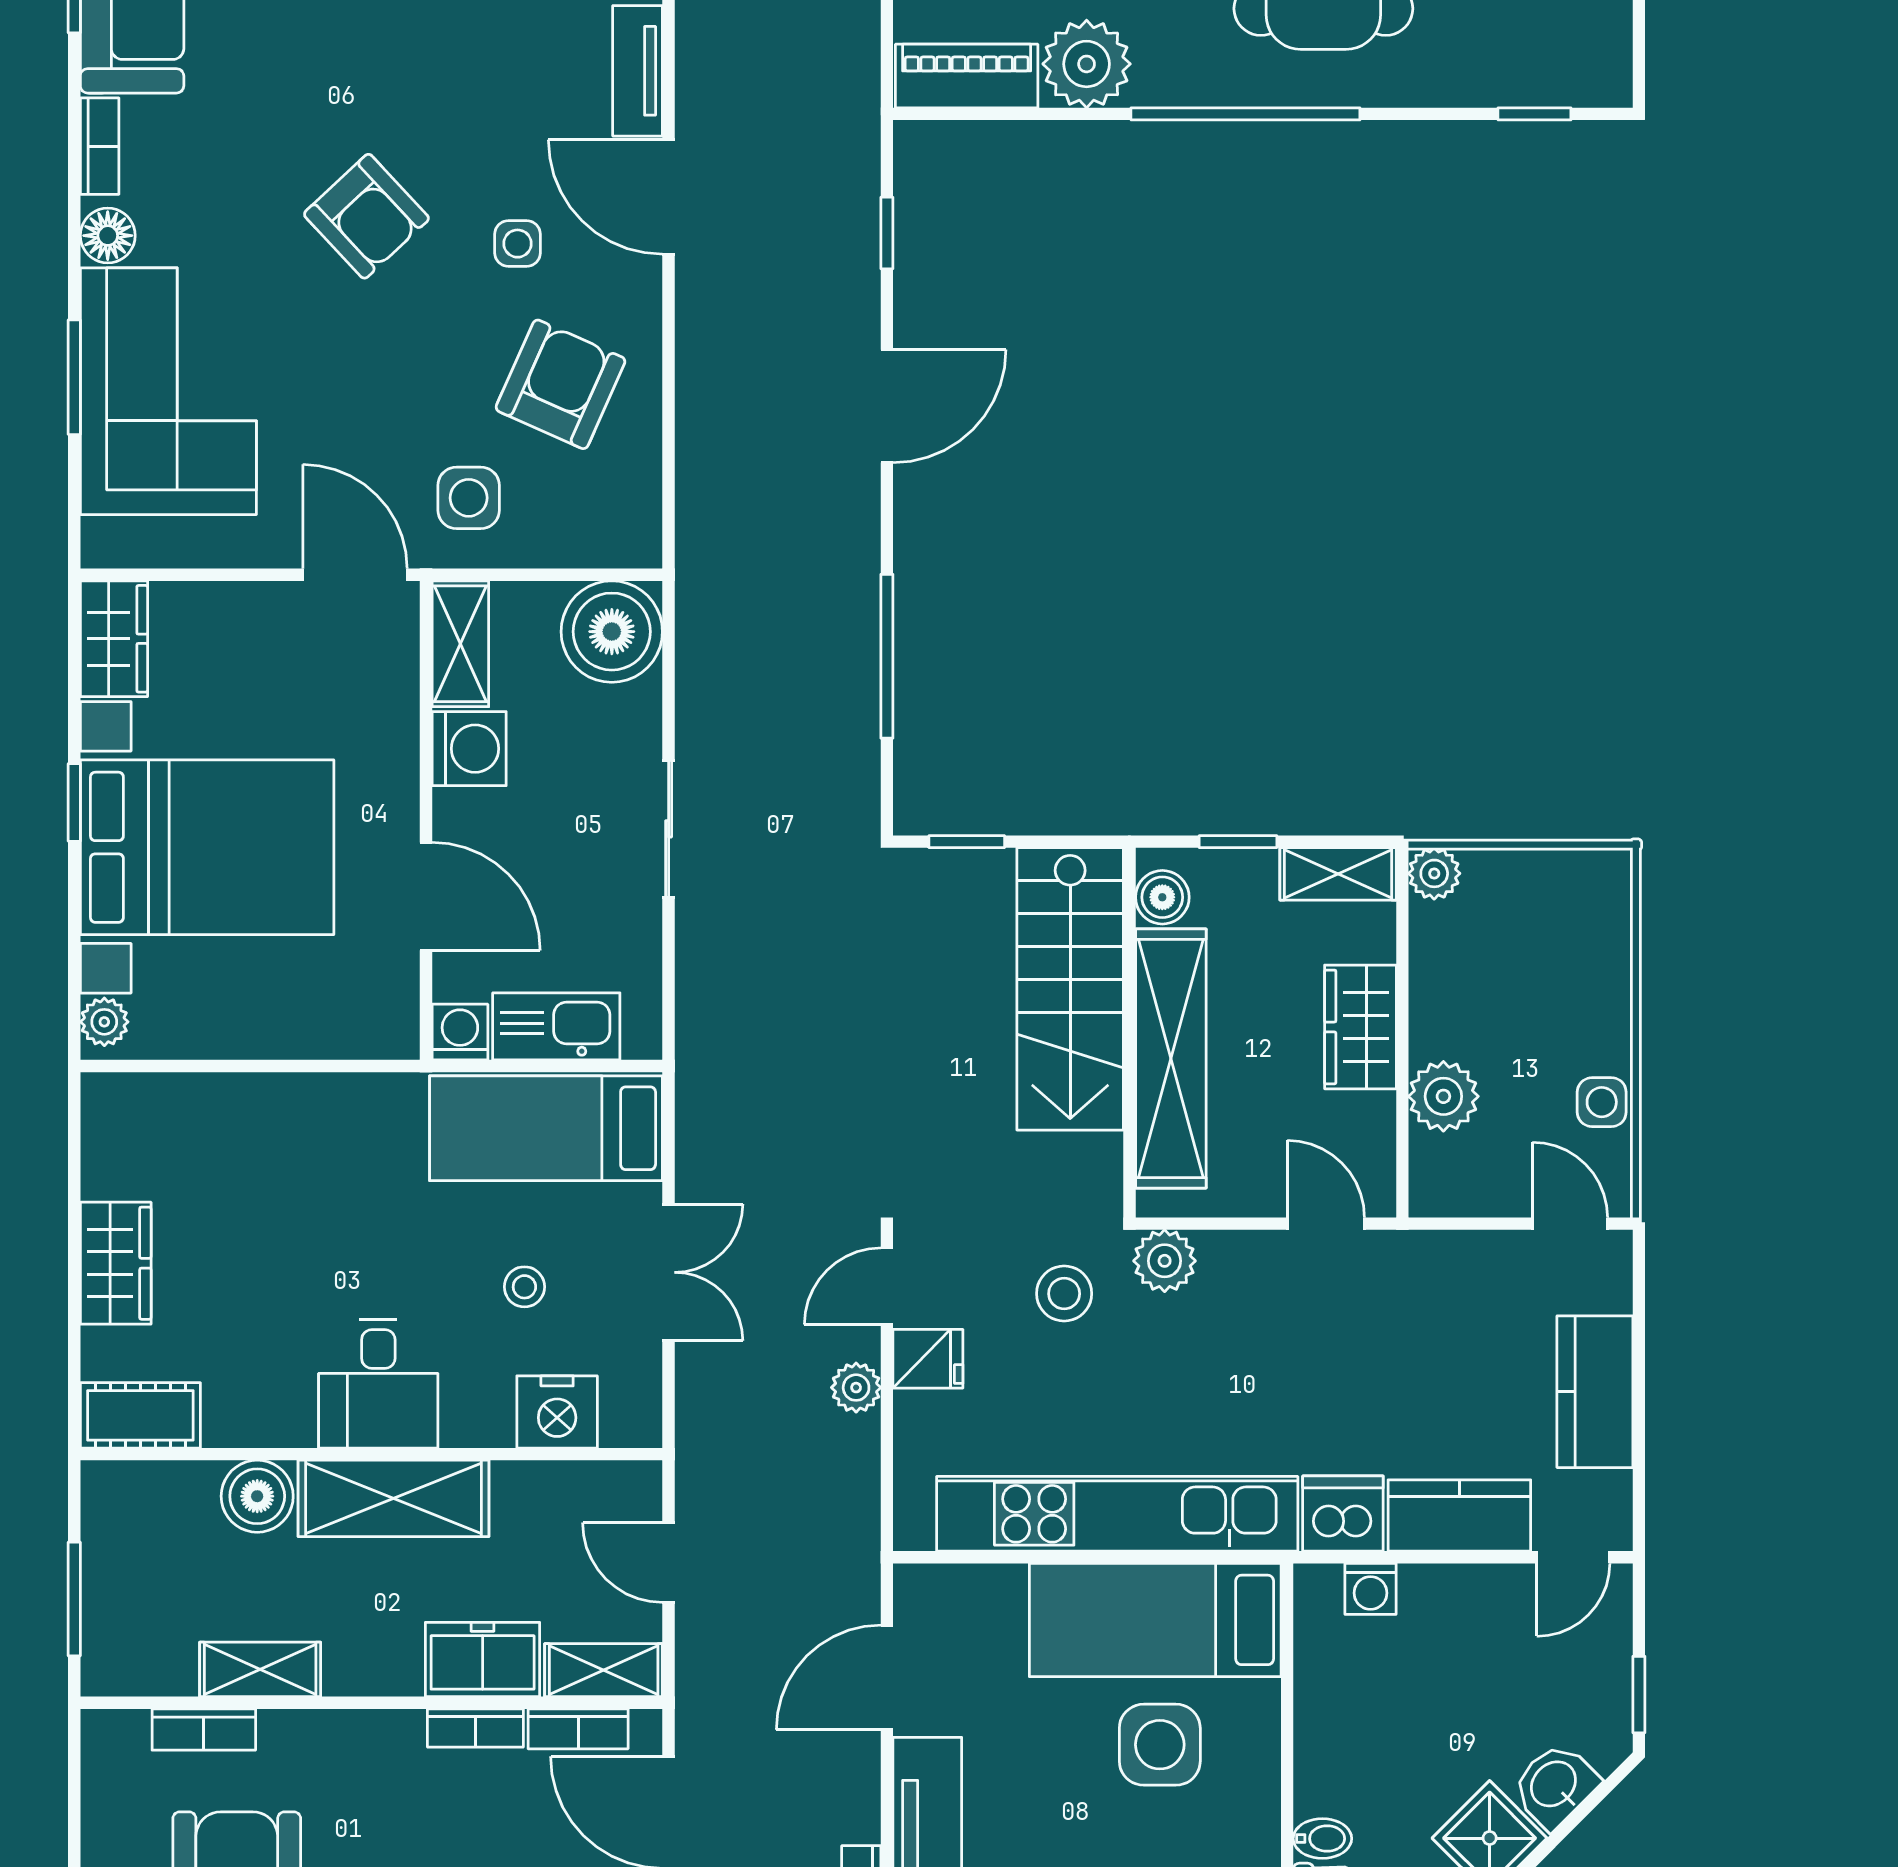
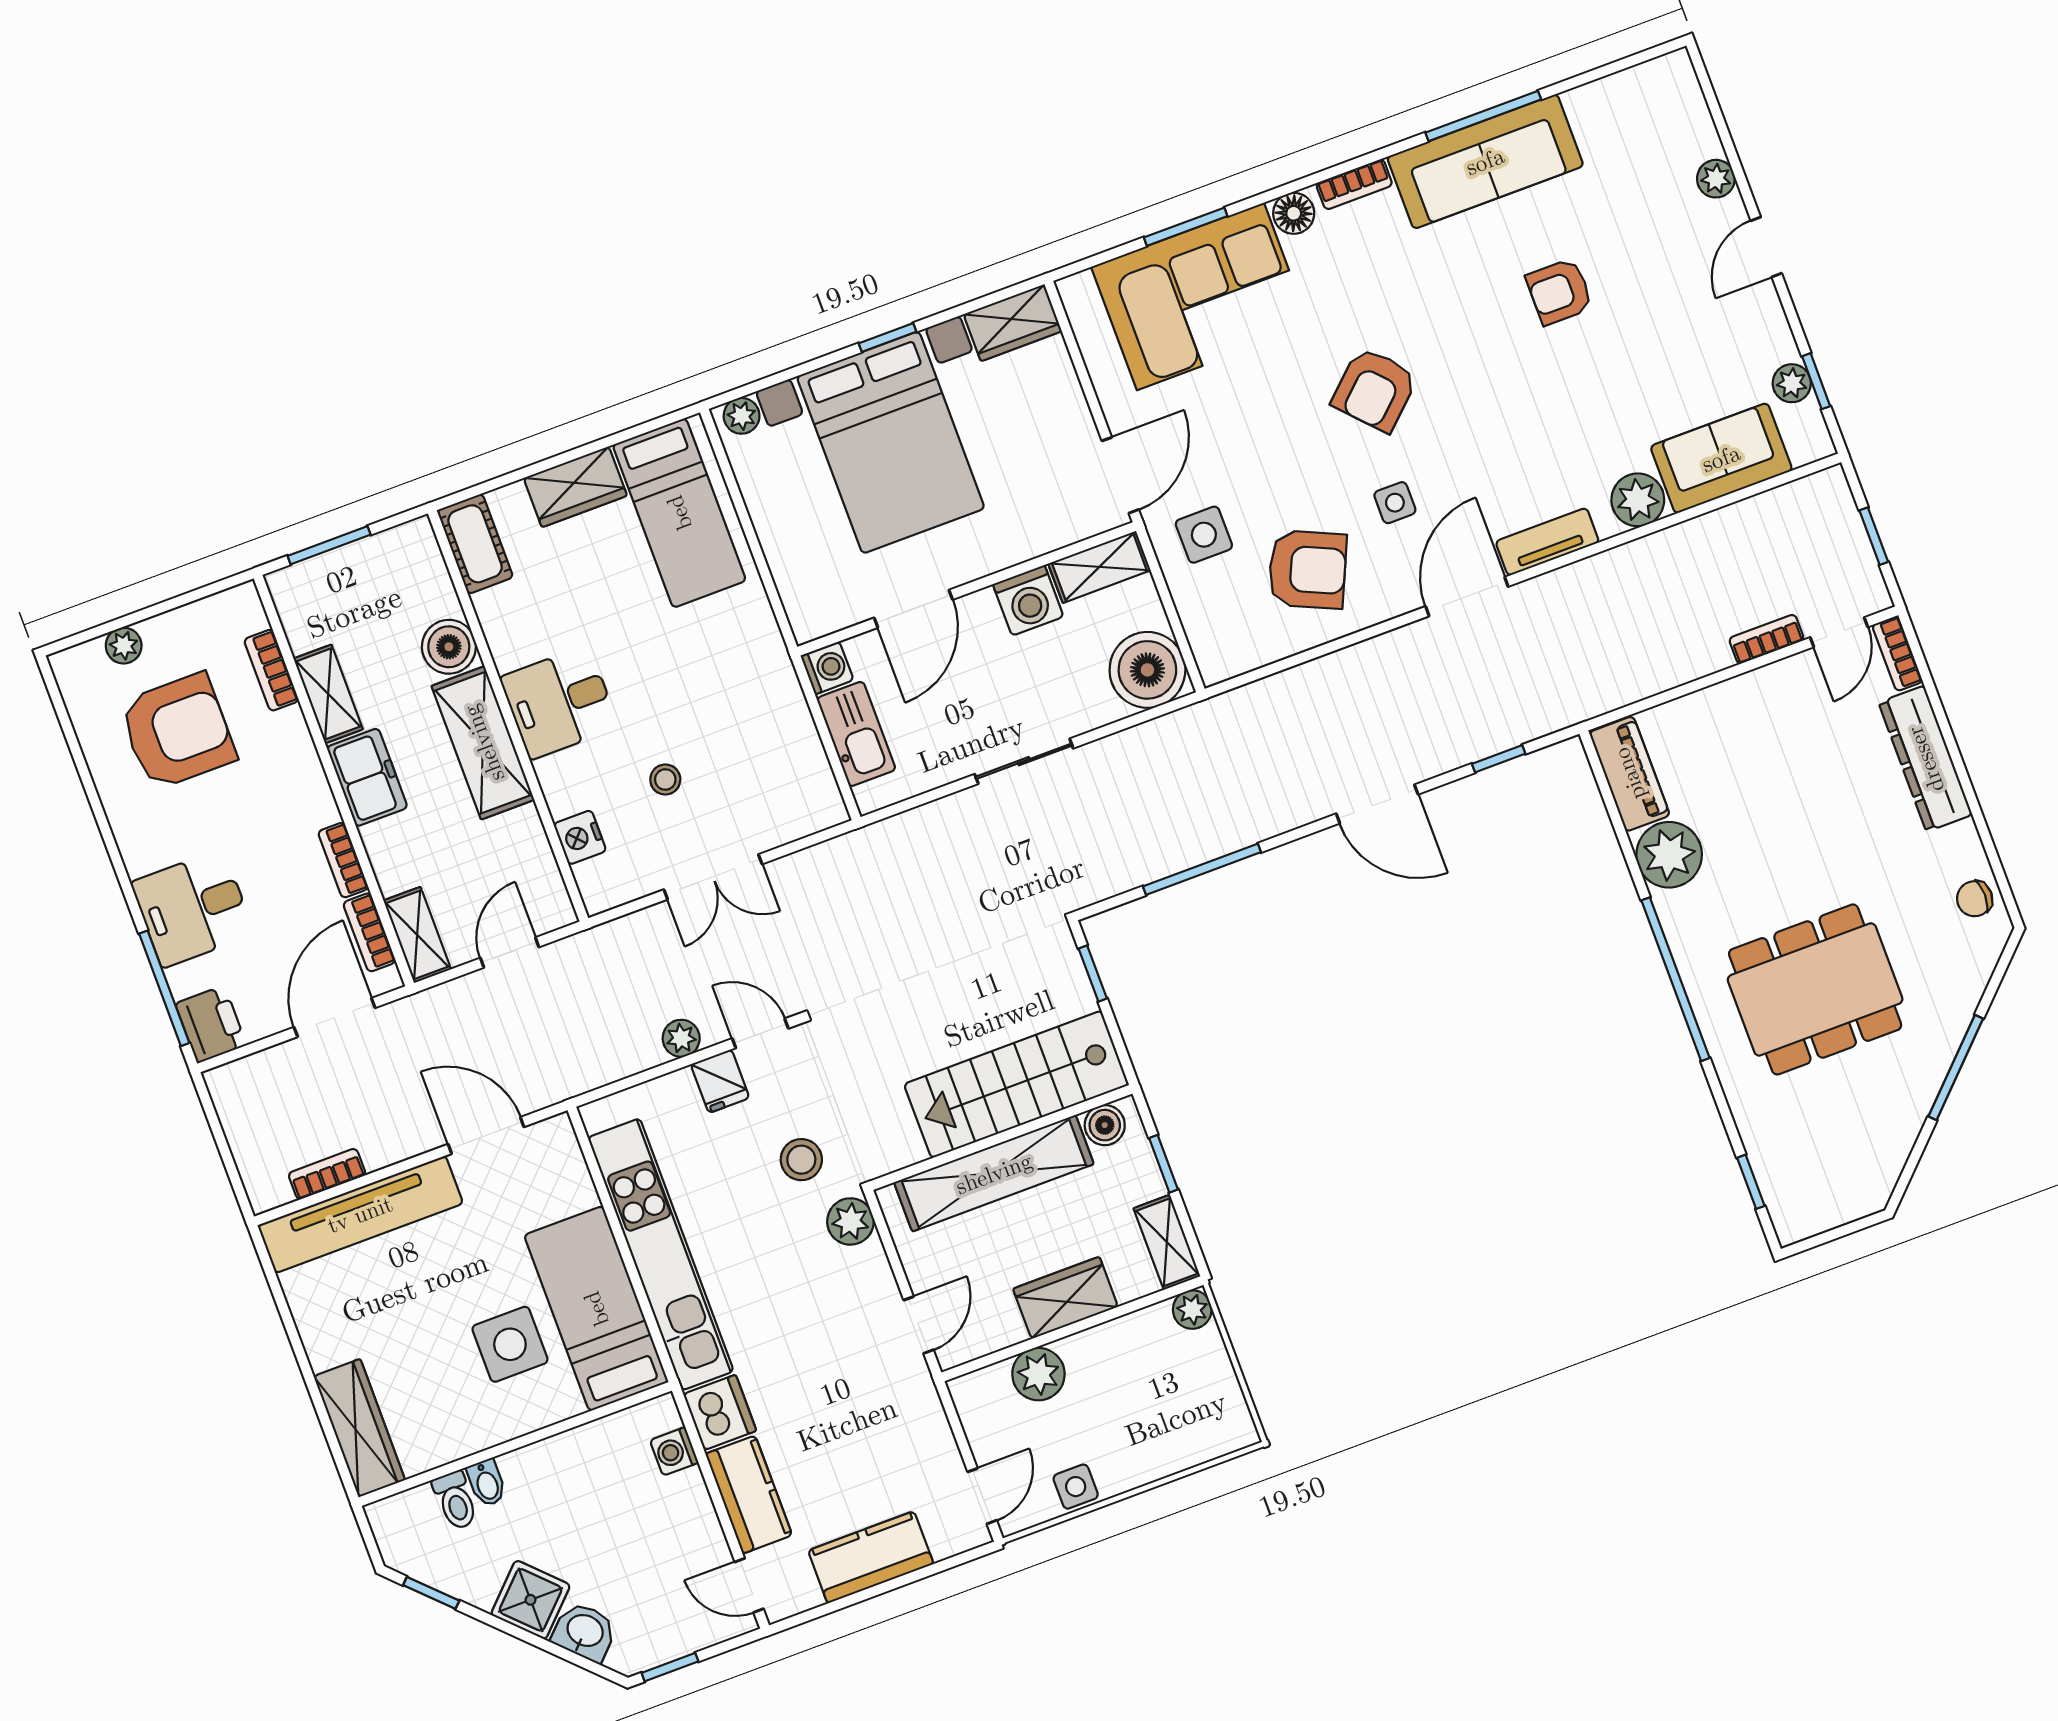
bed: (546, 1128) -> (679, 513), moved, turned 180
nightstand: (557, 1412) -> (580, 837), width x0.74, depth x0.75
freezer: (483, 1660) -> (367, 777), moved

